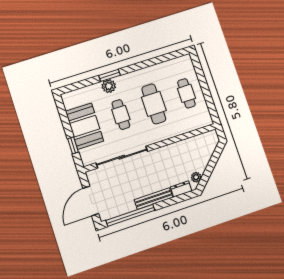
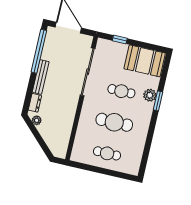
booth: (85, 126) -> (145, 61), moved

